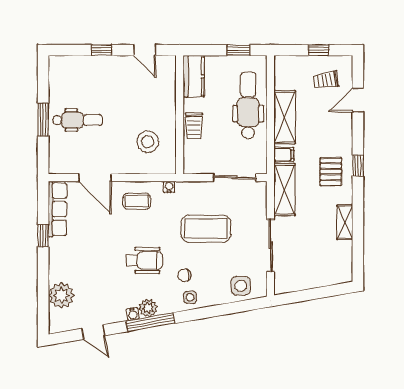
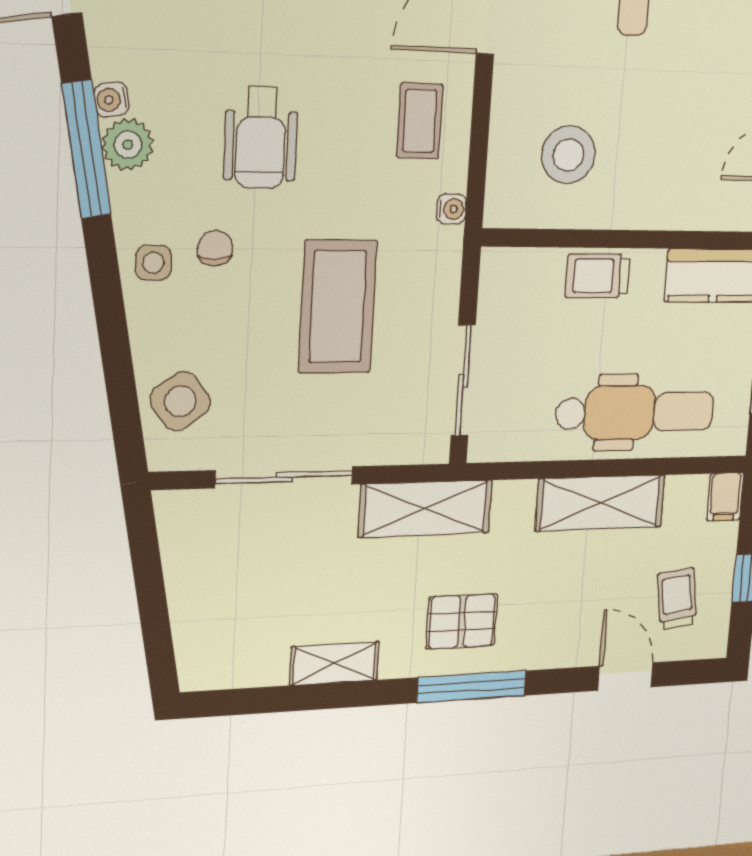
filing cabinet: (284, 155) -> (725, 497), moved
window: (358, 166) -> (472, 687), width x2.17
side table: (241, 286) -> (180, 401), turned -37

